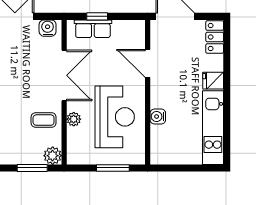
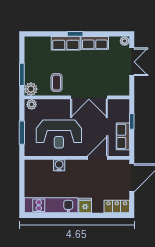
water cooler: (48, 28) -> (123, 85), removed
row of seats: (93, 29) -> (123, 136), moved
plant: (74, 119) -> (32, 104), moved

